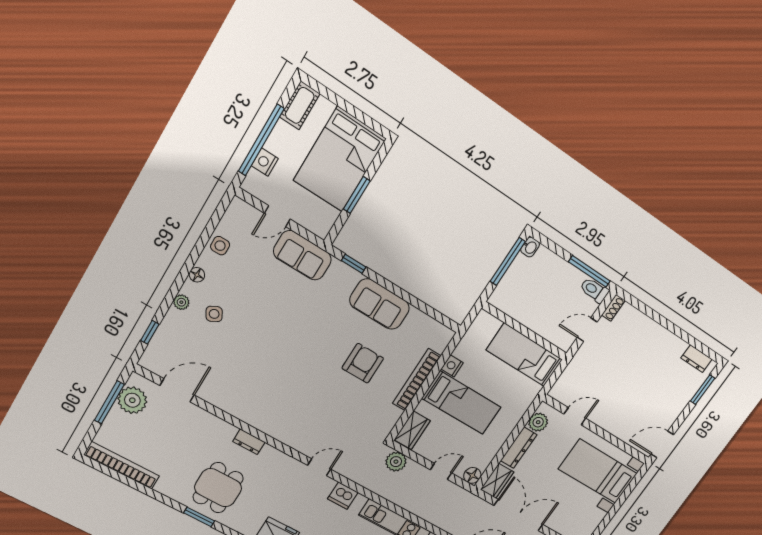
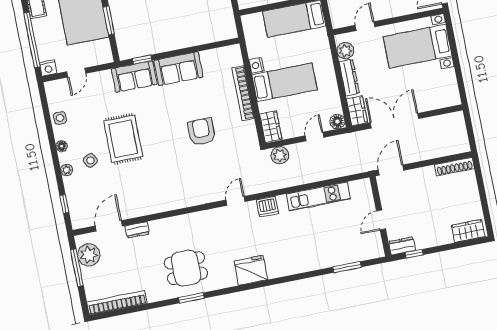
nightstand: (265, 162) -> (48, 68), moved, turned -90
sofa: (302, 255) -> (134, 77), moved
rug: (266, 322) -> (123, 139), added
armchair: (363, 363) -> (201, 132), moved
dresser: (249, 442) -> (137, 230), moved
dining table: (218, 488) -> (186, 268), turned 90

